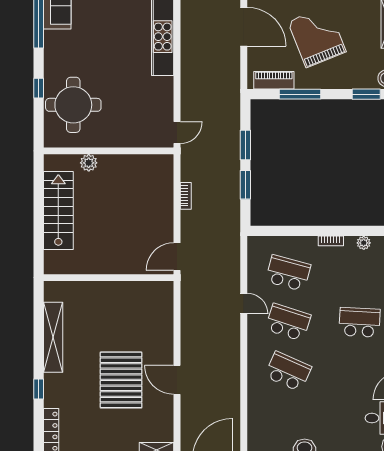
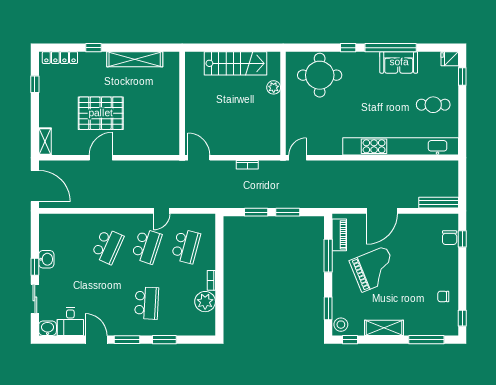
window: (39, 88) -> (348, 48), moved
door: (177, 133) -> (298, 158), swing flipped
plant: (364, 243) -> (205, 302), width x1.88, depth x1.88

